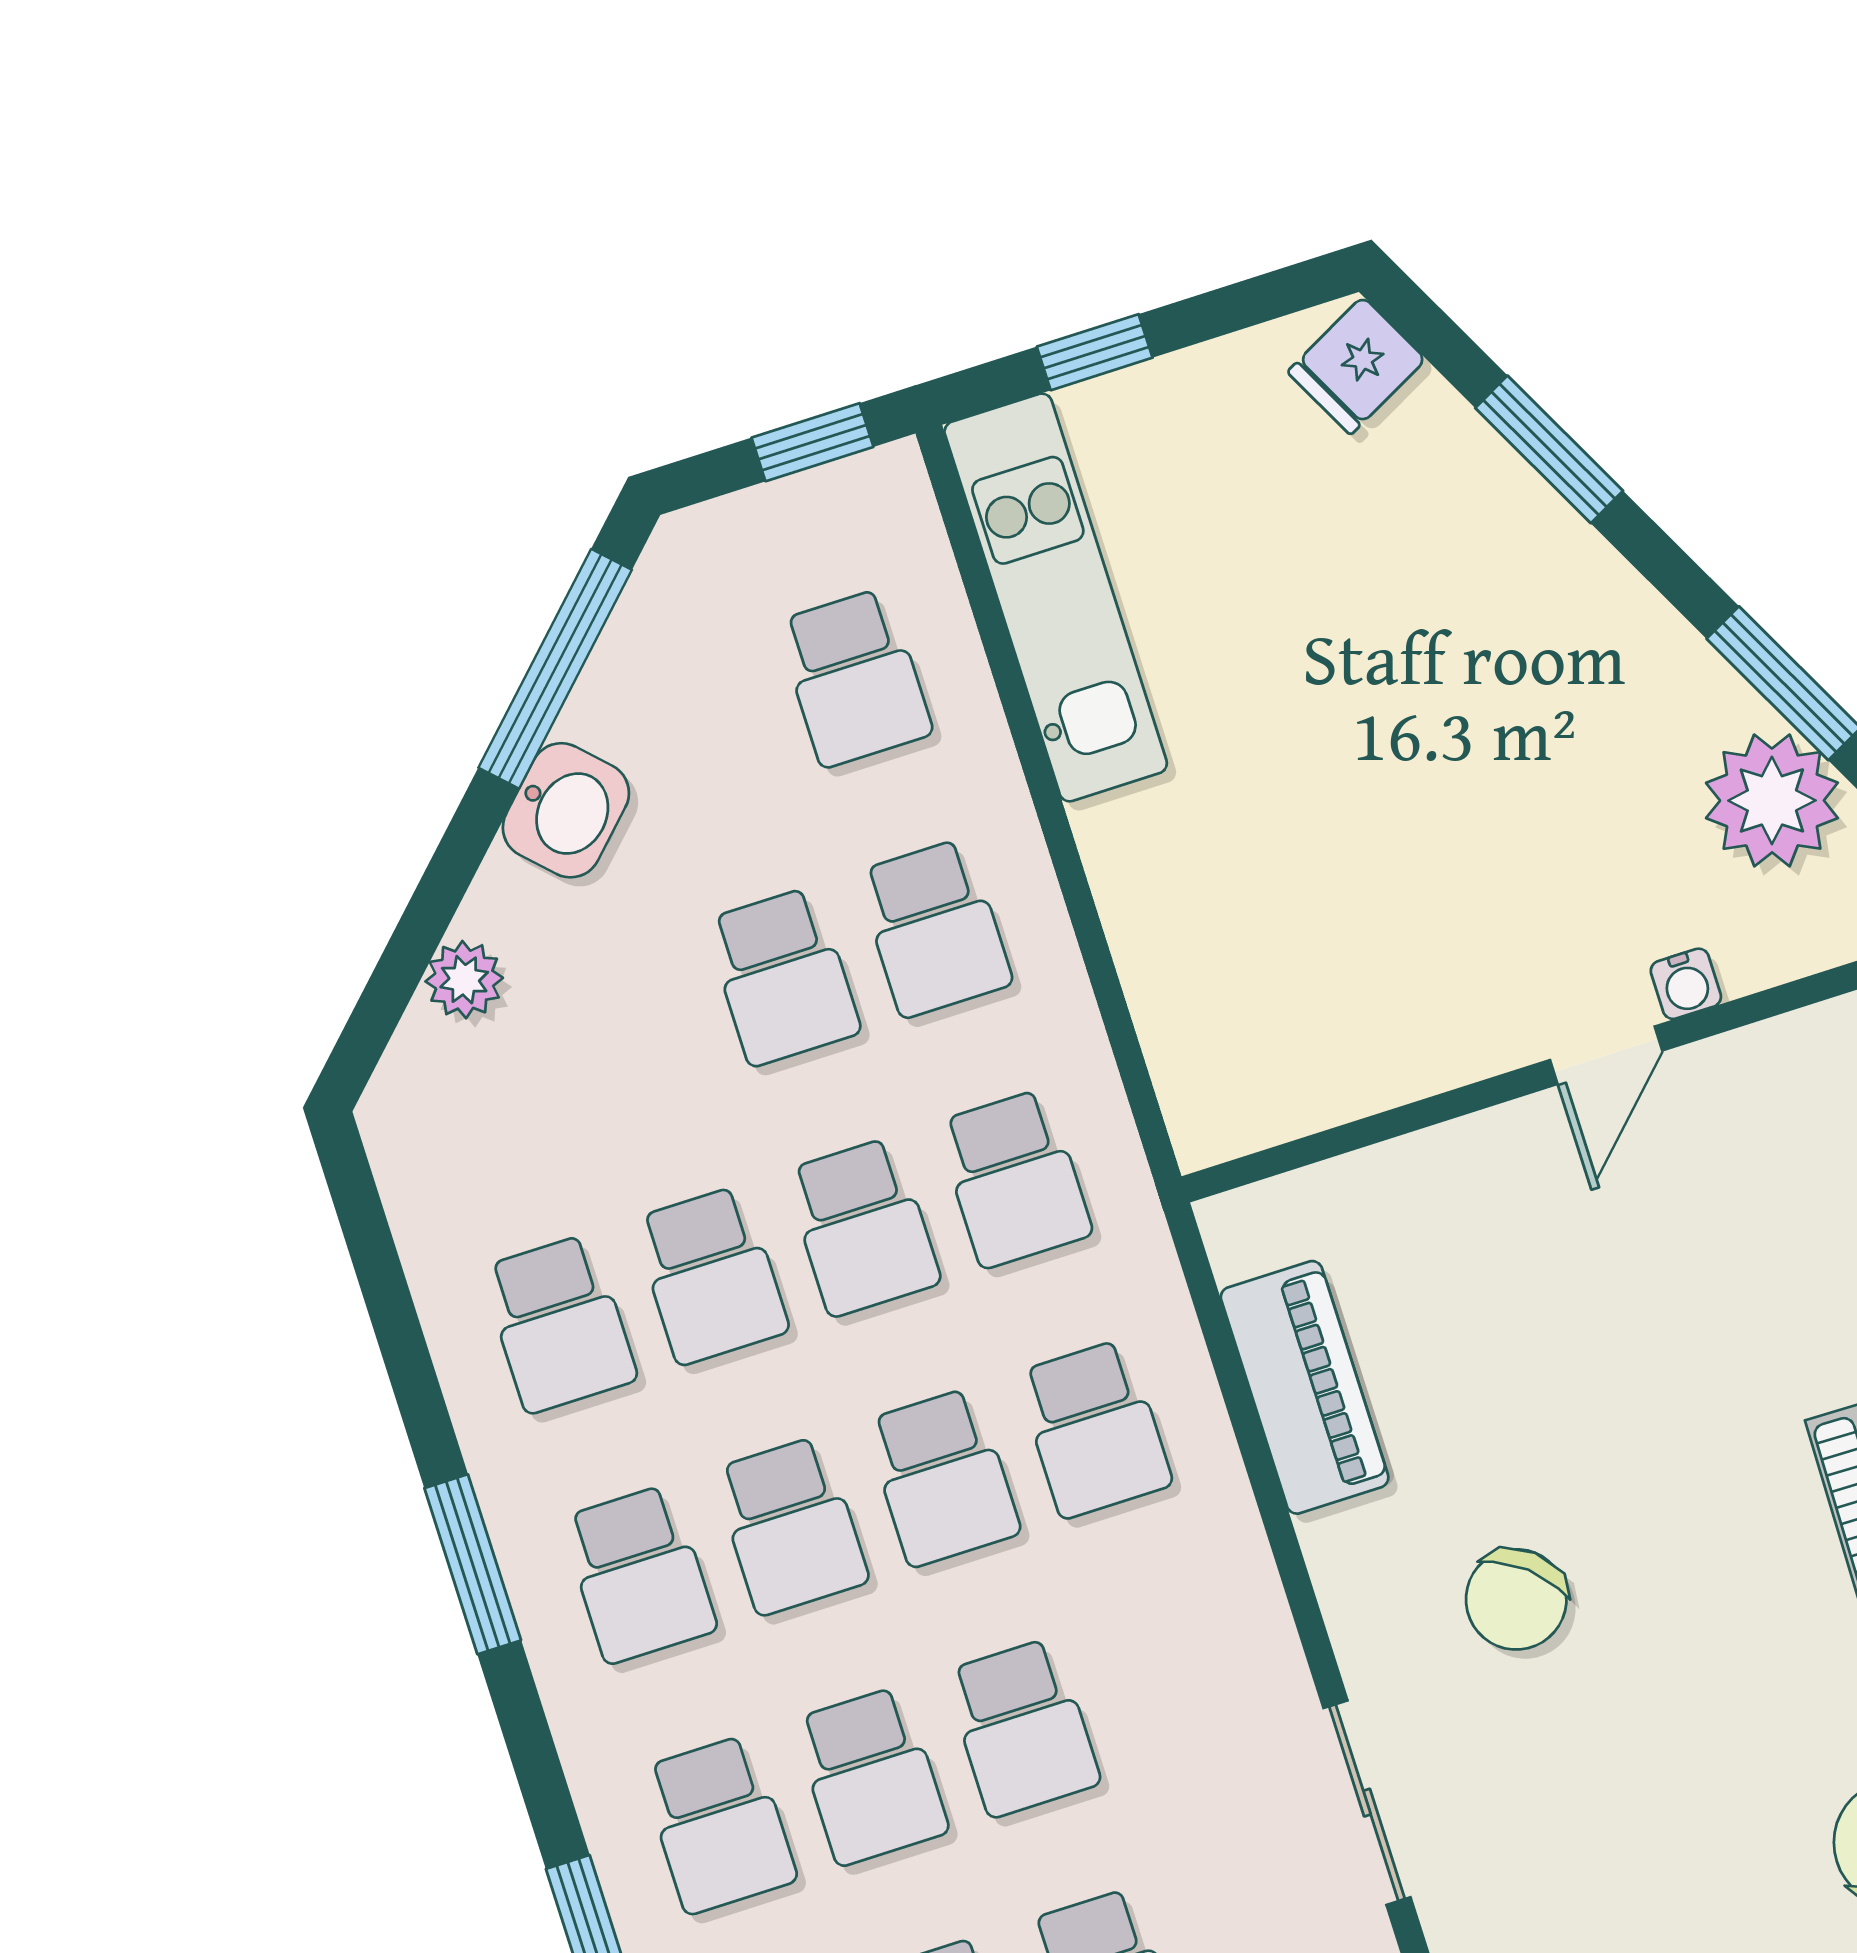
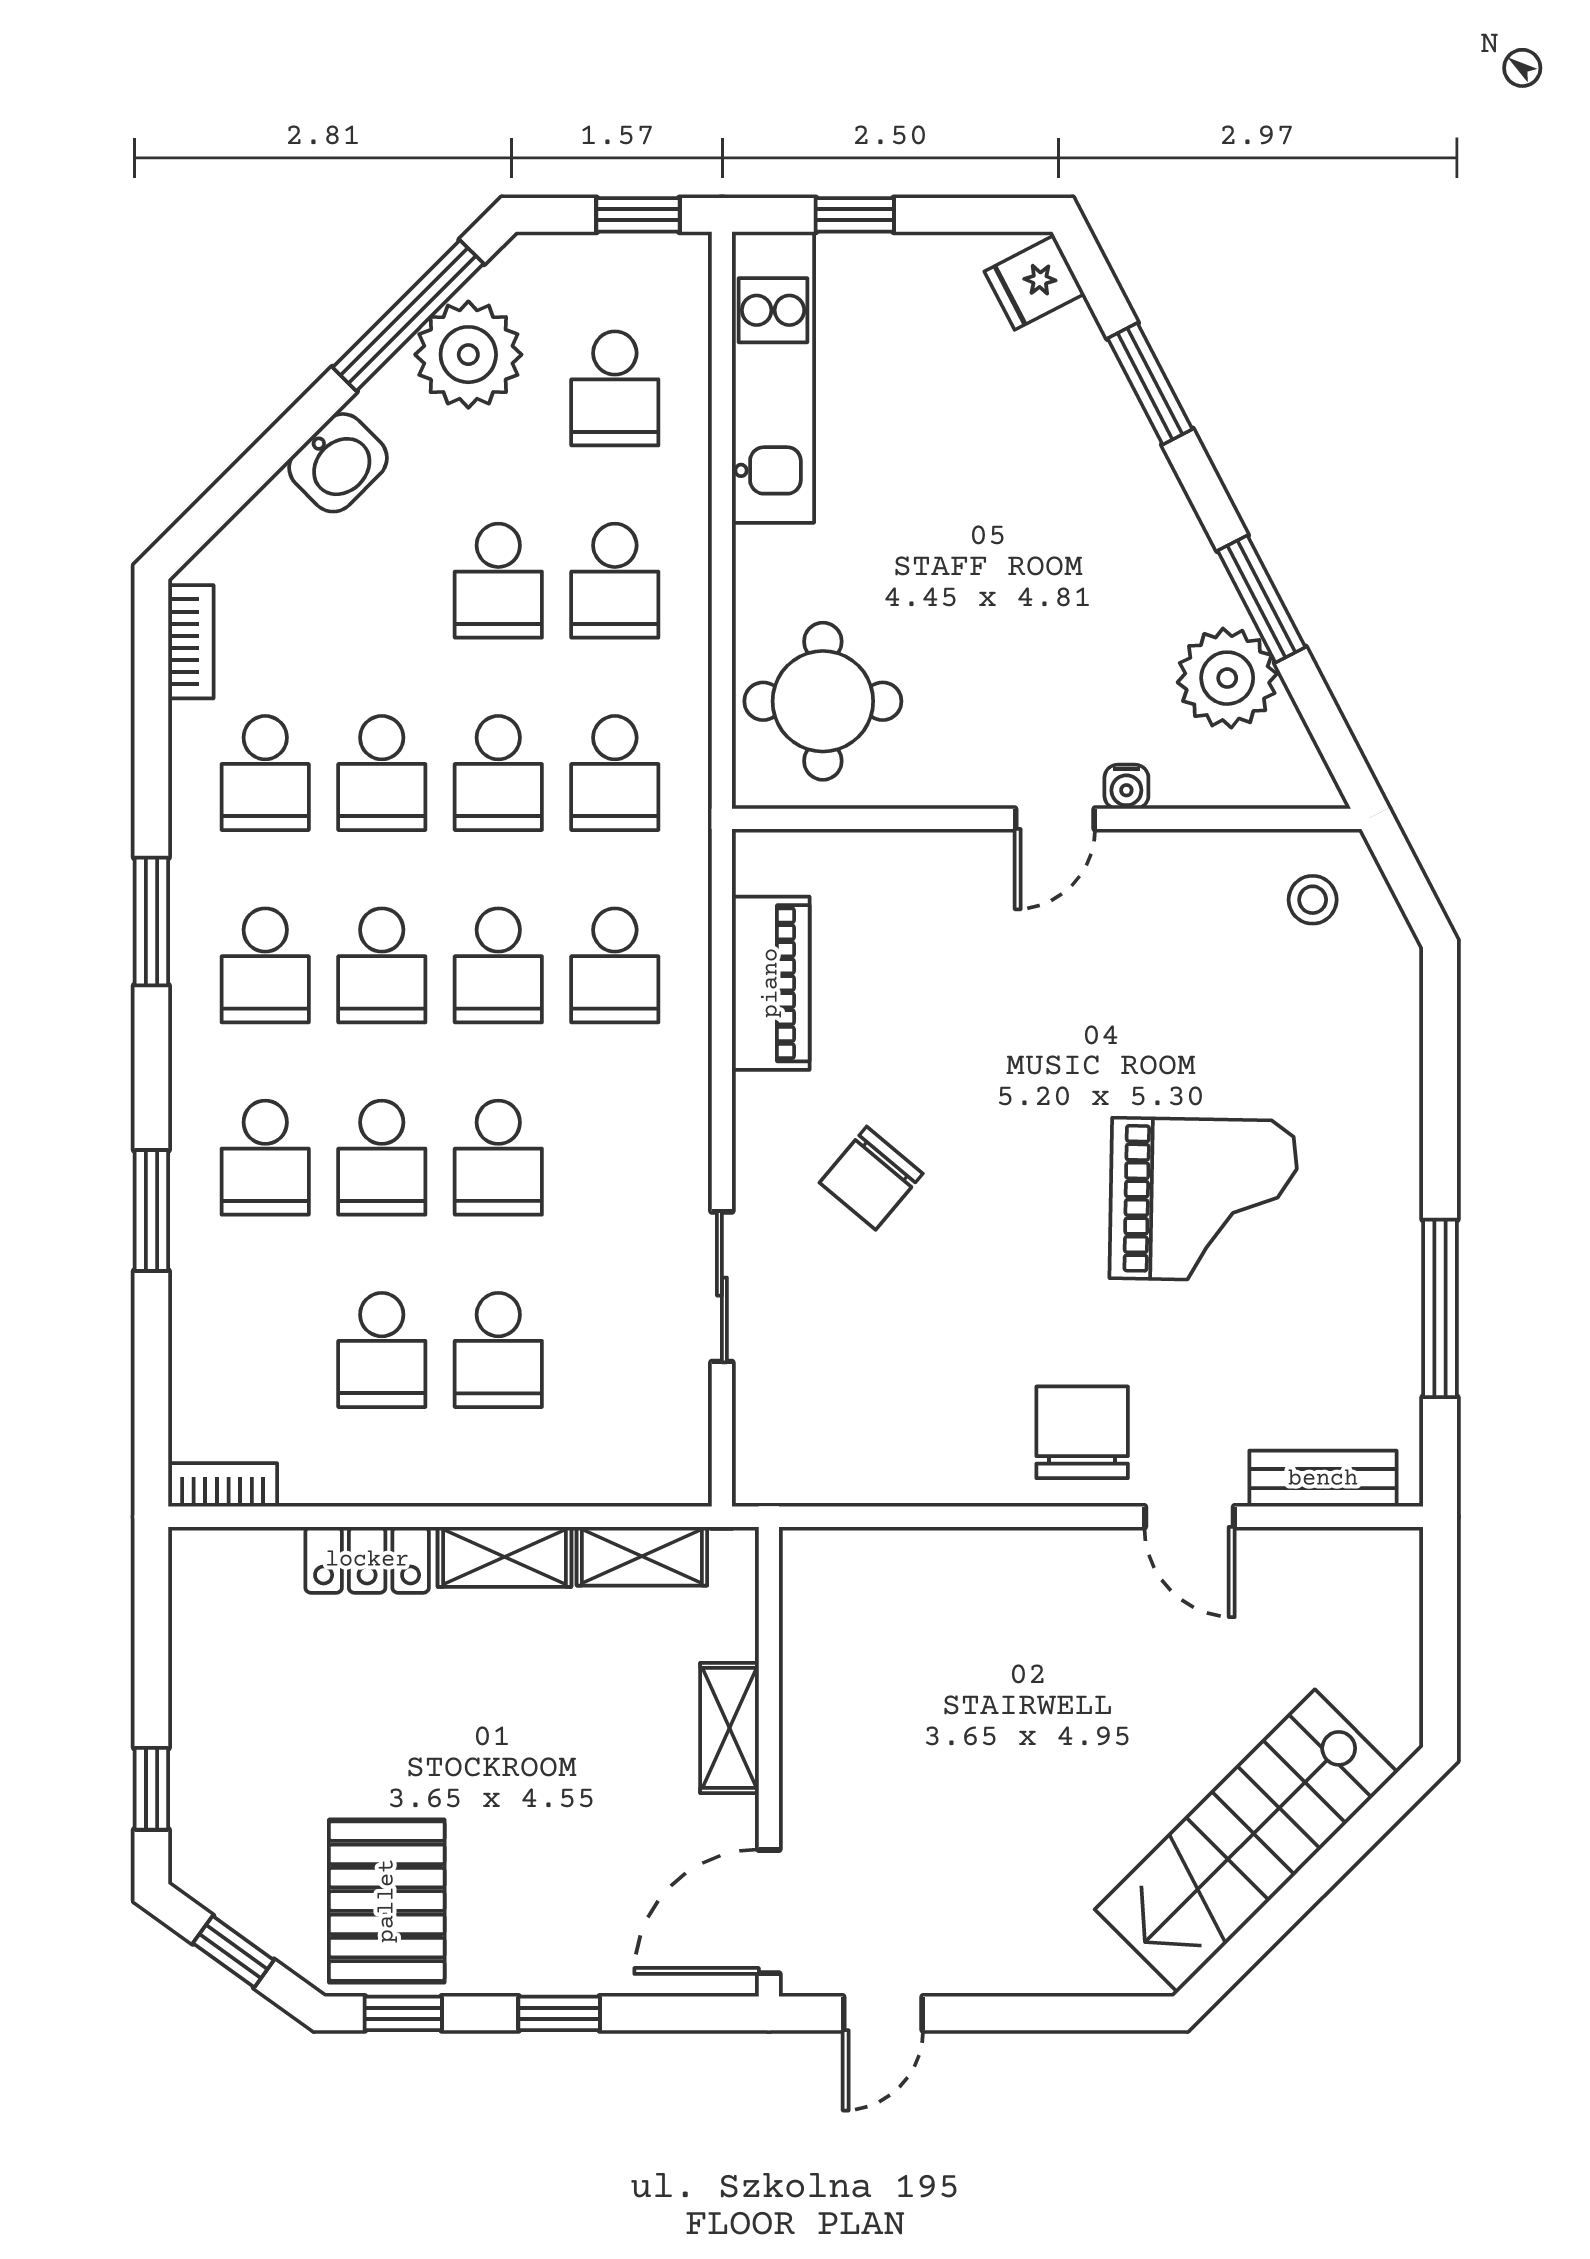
washbasin: (566, 810) -> (338, 463), moved
plant: (464, 980) -> (468, 355), moved, width x1.87, depth x1.87
round table: (1255, 999) -> (823, 701), added
bookcase: (408, 1184) -> (191, 642), added

